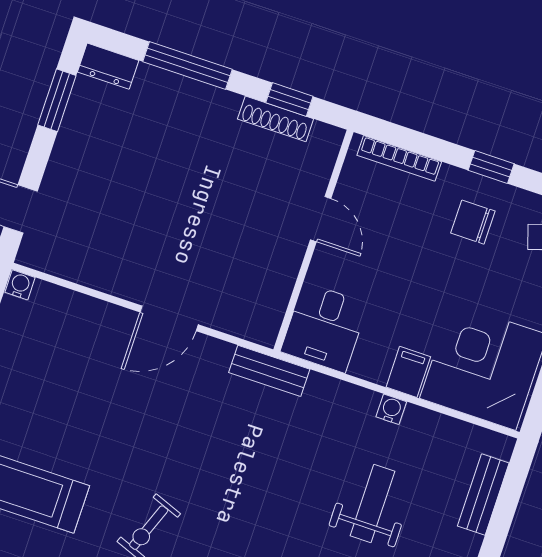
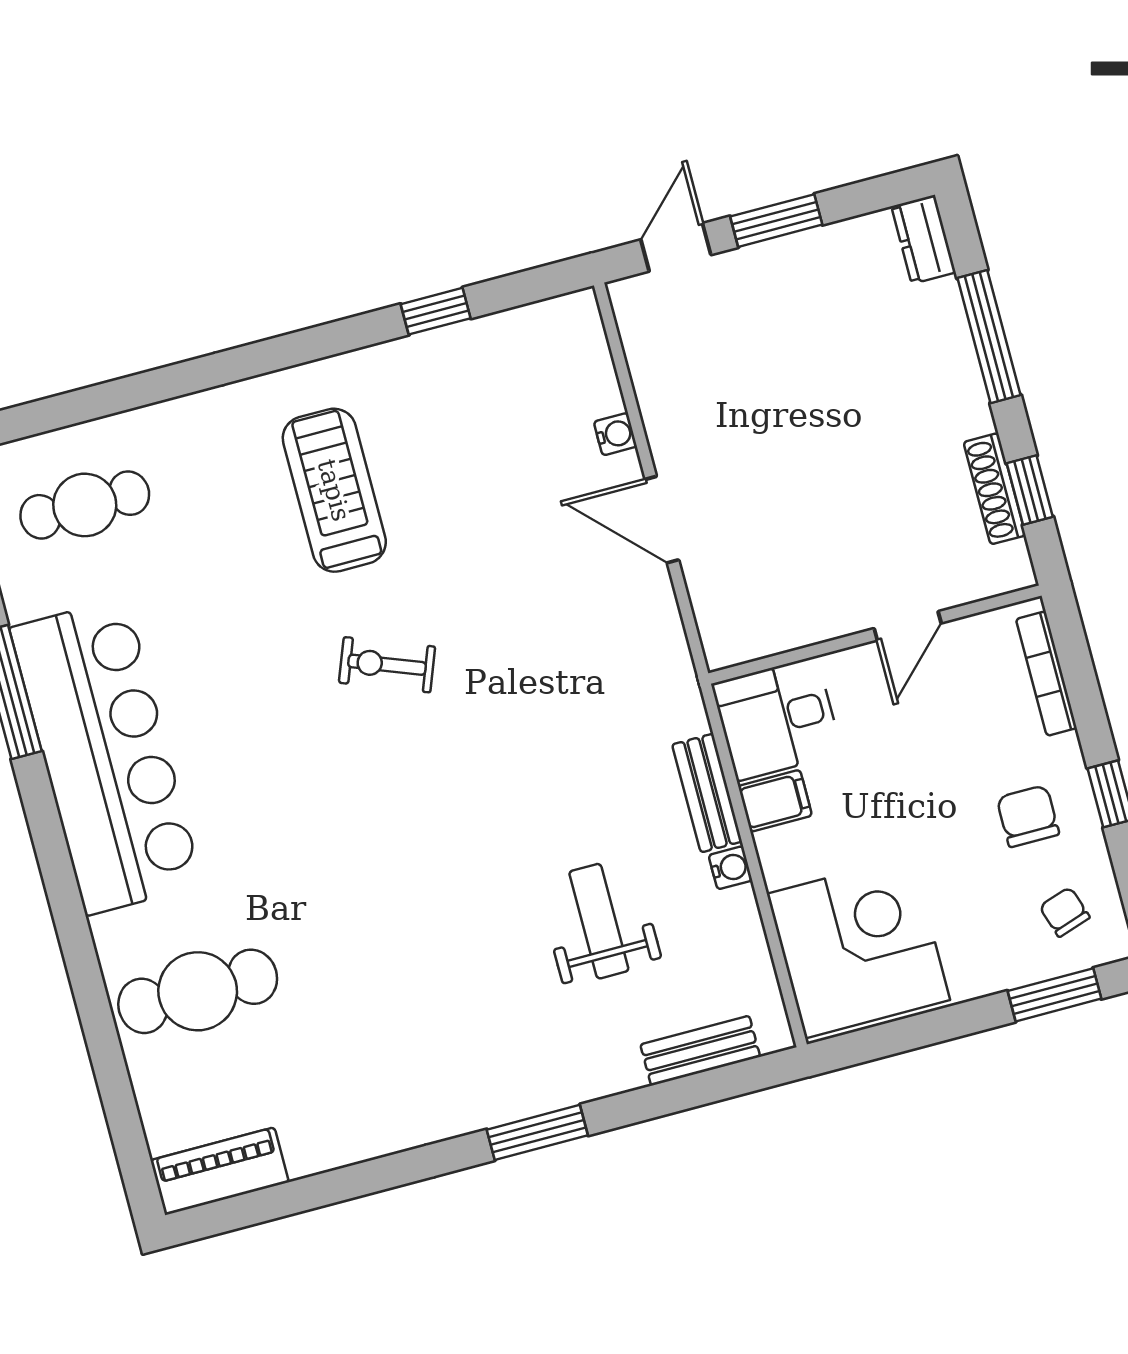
window: (57, 100) -> (776, 221), moved
water cooler: (20, 285) -> (615, 434), moved
bench: (269, 371) -> (707, 793), moved
filing cabinet: (408, 372) -> (775, 801), moved
weight bench: (372, 503) -> (599, 921), turned -90

